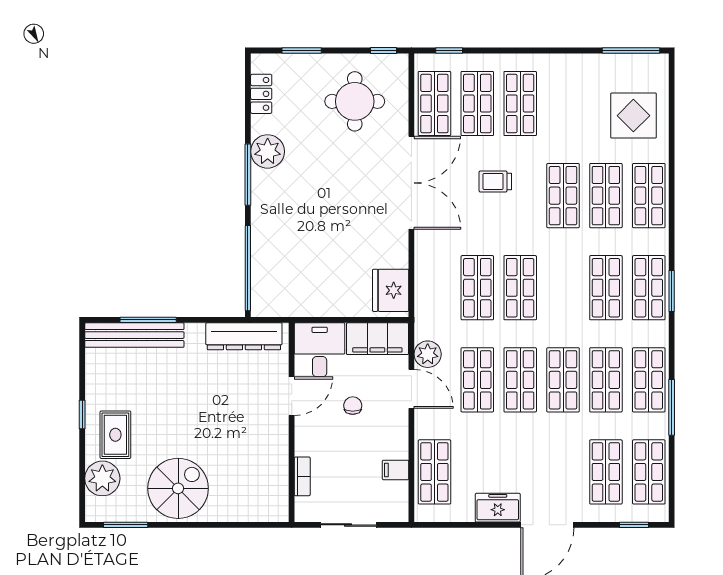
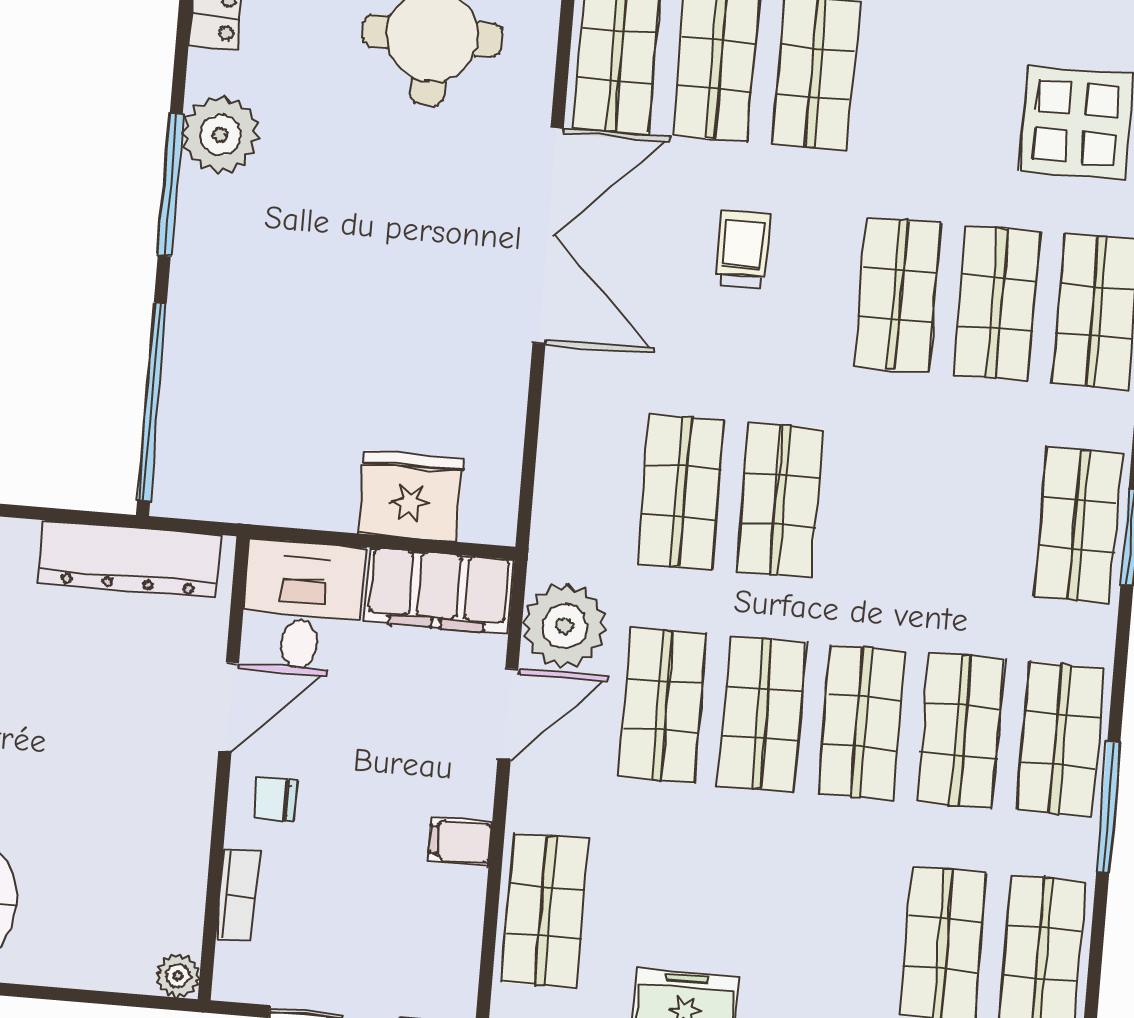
trolley: (495, 181) -> (743, 249), turned 90
shop shelf: (606, 288) -> (979, 517), removed
fridge: (391, 290) -> (411, 496), moved, turned 90
plant: (428, 354) -> (565, 626), width x1.36, depth x1.36
door: (411, 389) -> (508, 714), hinge flipped
chair: (353, 406) -> (275, 800), moved, turned -90
filing cabinet: (396, 470) -> (460, 841), moved
plant: (280, 513) -> (178, 976), added

